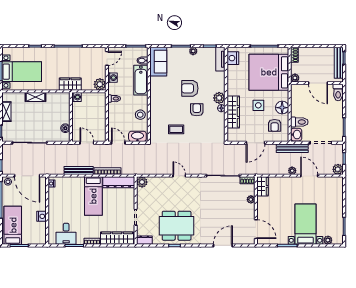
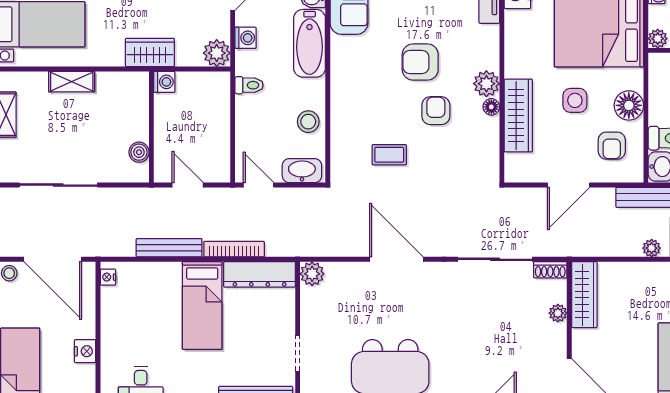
door: (179, 176) -> (396, 259), width x1.88
wardrobe: (262, 186) -> (584, 295), width x1.50

